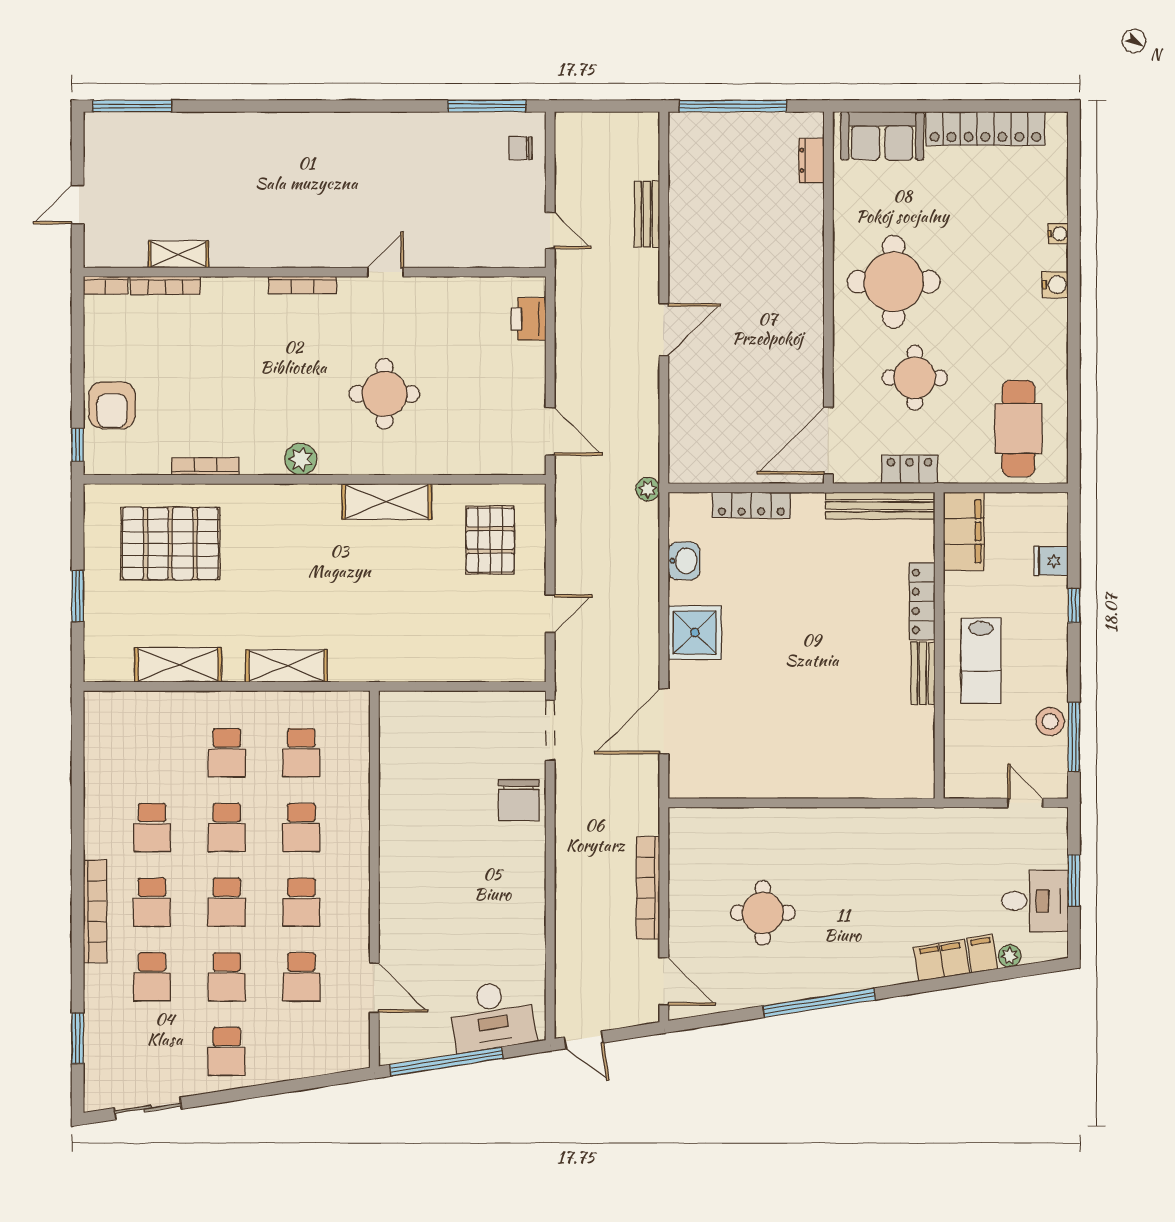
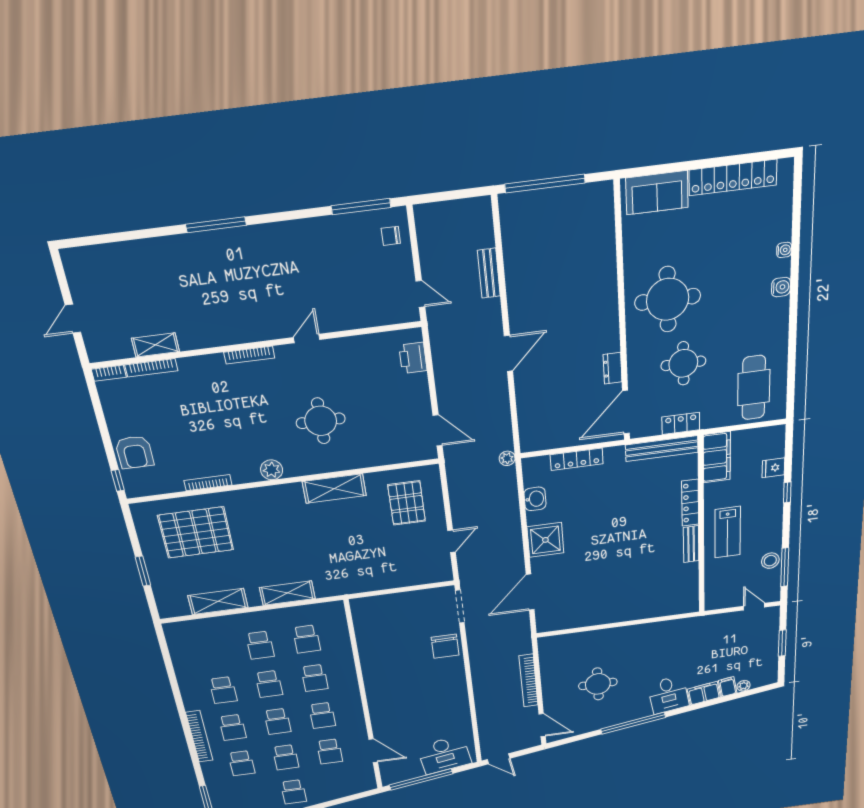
window: (132, 106) -> (216, 225), moved
dresser: (812, 160) -> (613, 368), moved
desk: (1035, 901) -> (668, 695), moved, turned 81

